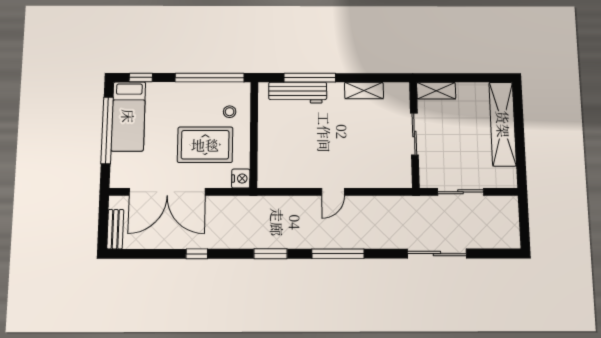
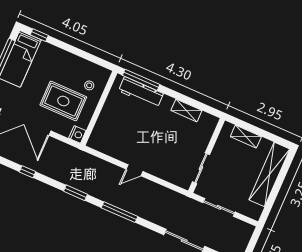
window: (210, 78) -> (86, 56), removed
window: (310, 78) -> (141, 80), moved
shelving: (436, 91) -> (246, 137), moved
sliding door: (414, 134) -> (201, 168), moved

